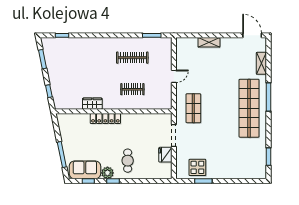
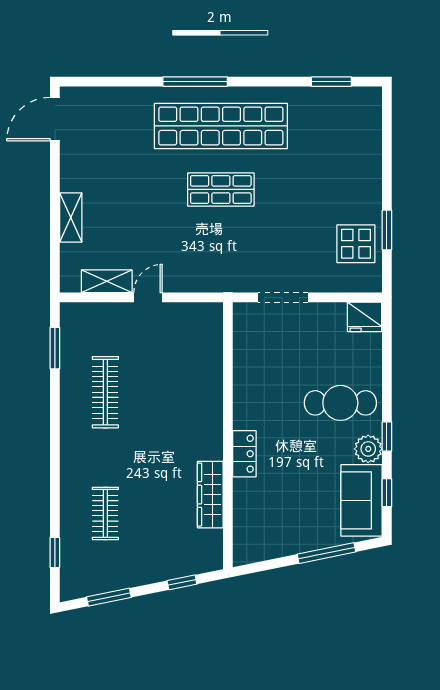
shelving: (261, 63) -> (107, 281), moved
door: (174, 76) -> (148, 297), hinge flipped
clothes rail: (132, 89) -> (105, 513), moved
wardrobe: (92, 104) -> (210, 495), width x1.50
shop shelf: (193, 108) -> (221, 189), moved
locker: (105, 119) -> (244, 454), width x0.66
fridge: (165, 155) -> (364, 317), moved
cafe table: (128, 161) -> (340, 403), width x1.37, depth x1.35

